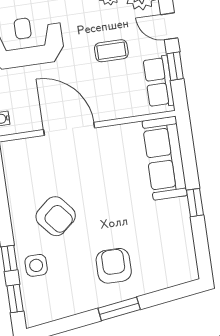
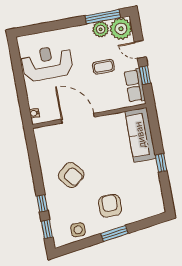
side table: (36, 265) -> (78, 230), moved

